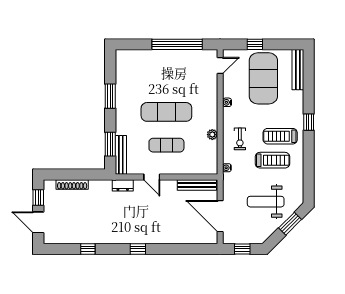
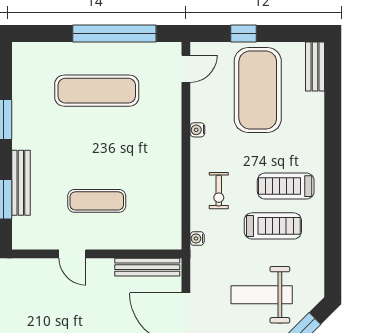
bench: (298, 70) -> (315, 67), width x0.73
exercise mat: (166, 112) -> (97, 91), moved
window: (309, 122) -> (333, 163), removed
plant: (212, 135) -> (173, 183), removed
bench: (121, 155) -> (21, 183), moved
dresser: (123, 185) -> (24, 268), removed

